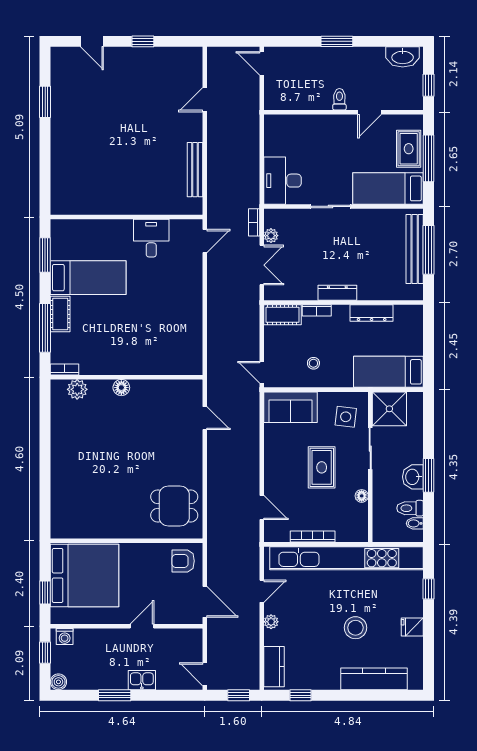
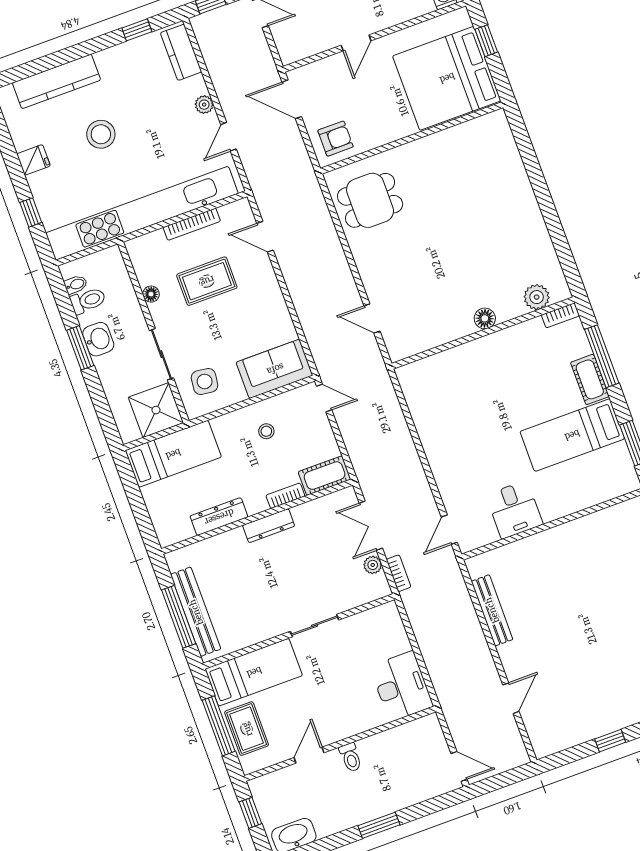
desk: (282, 181) -> (402, 686), moved
rug: (322, 467) -> (207, 281), moved, turned 90

